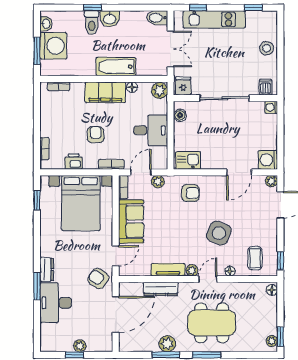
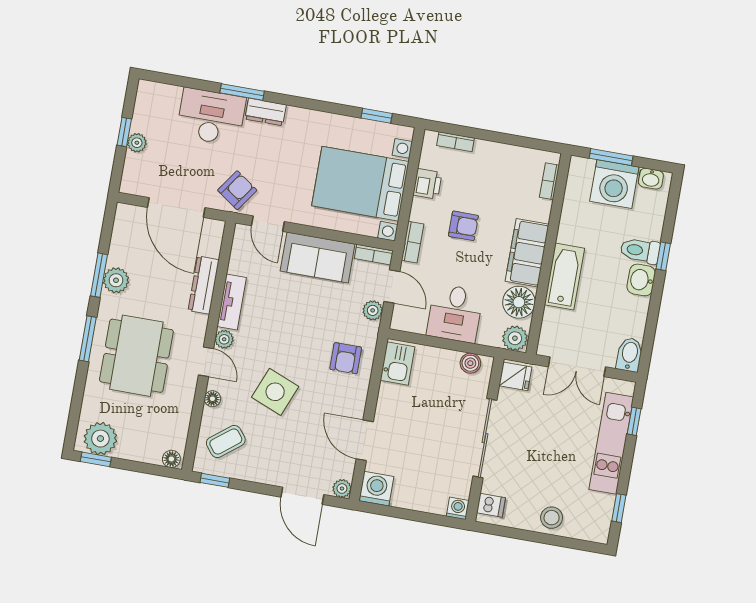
floor lamp: (132, 87) -> (519, 302), width x1.89, depth x1.89
coffee table: (255, 258) -> (226, 441), turned -38
plant: (272, 341) -> (100, 439), width x1.87, depth x1.87

